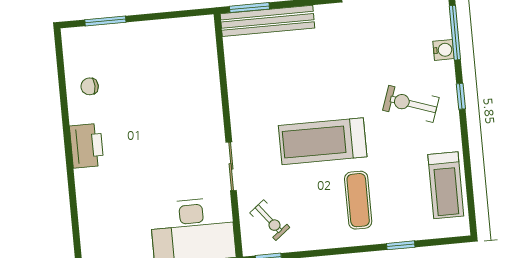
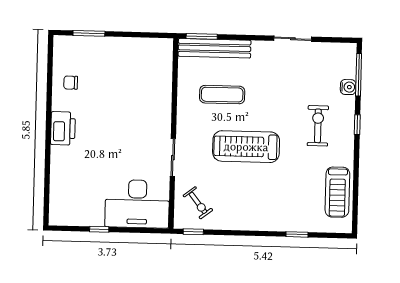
exercise bike: (411, 104) -> (318, 126), turned 71
exercise mat: (358, 200) -> (222, 95), moved, turned 90

